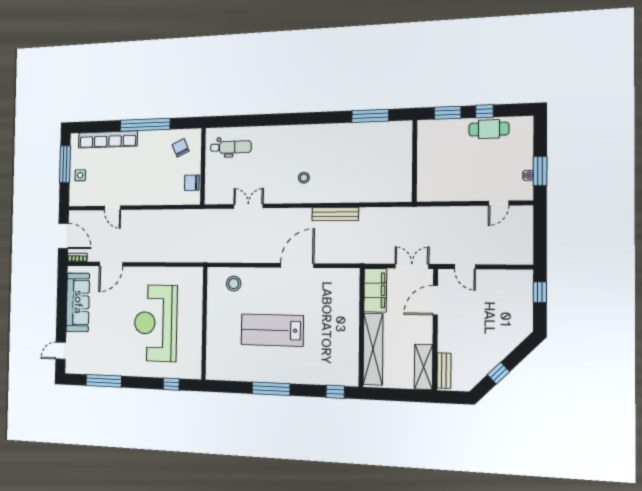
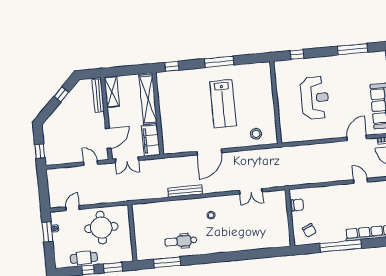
dental chair: (231, 147) -> (181, 241), moved
round table: (459, 171) -> (101, 228), added
reception desk: (156, 323) -> (315, 98), width x0.74, depth x0.77
lab bench: (272, 330) -> (223, 104), turned 90
bench: (444, 371) -> (98, 96), width x1.36

